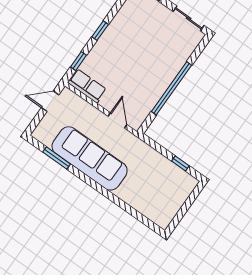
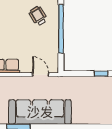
wheelchair: (158, 59) -> (38, 16), added

